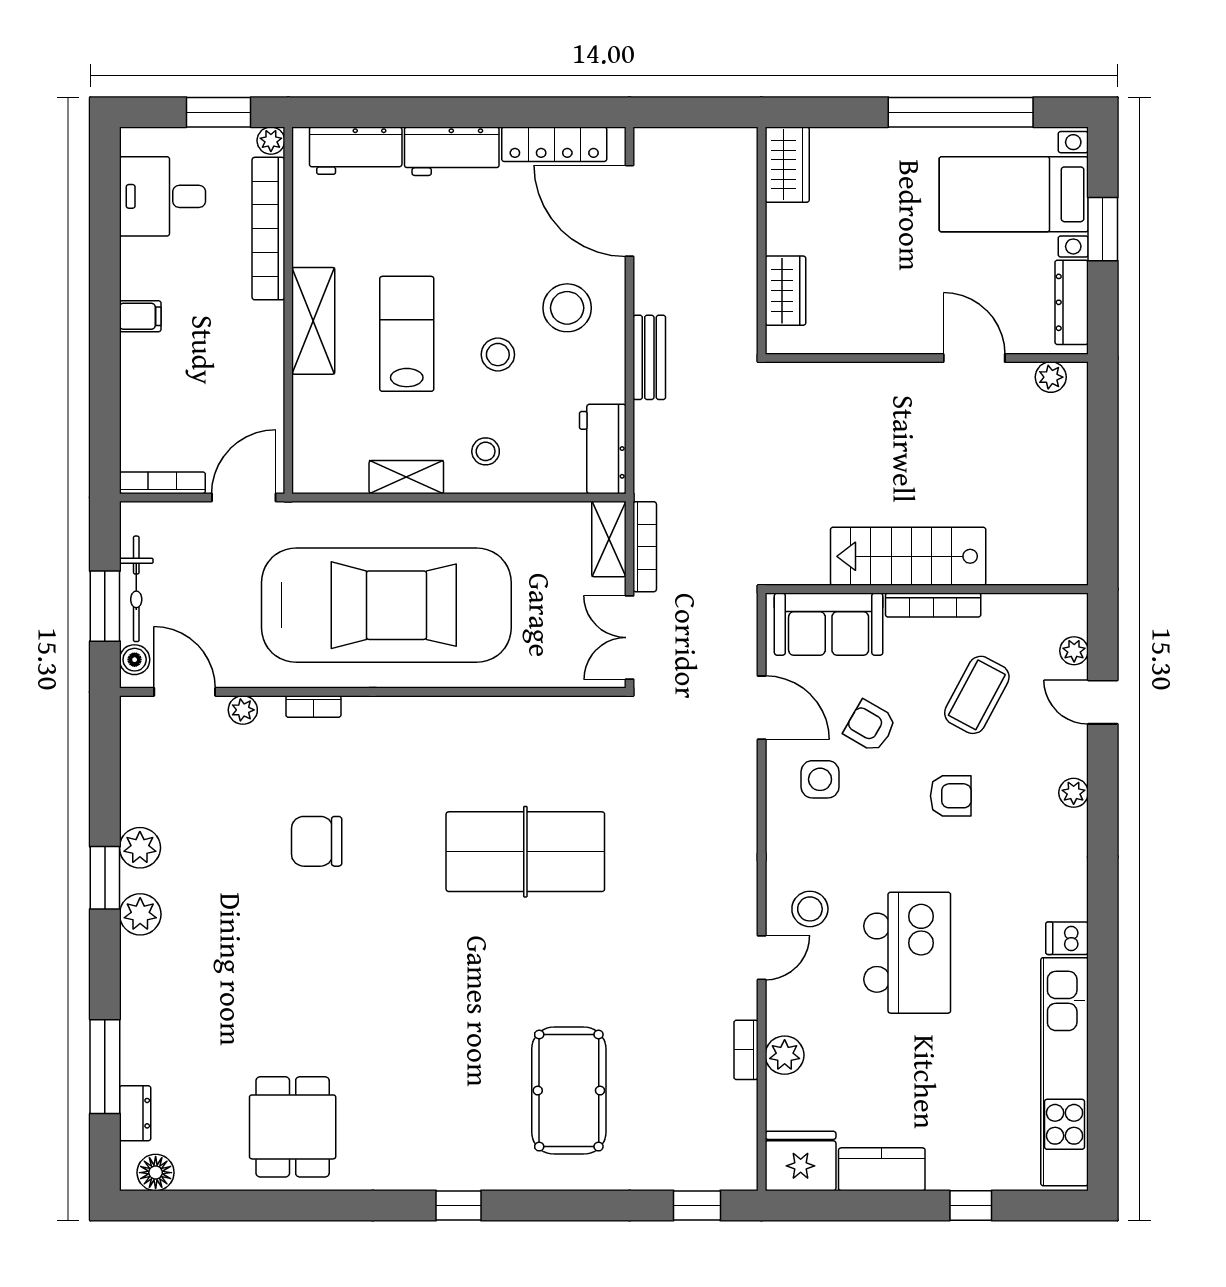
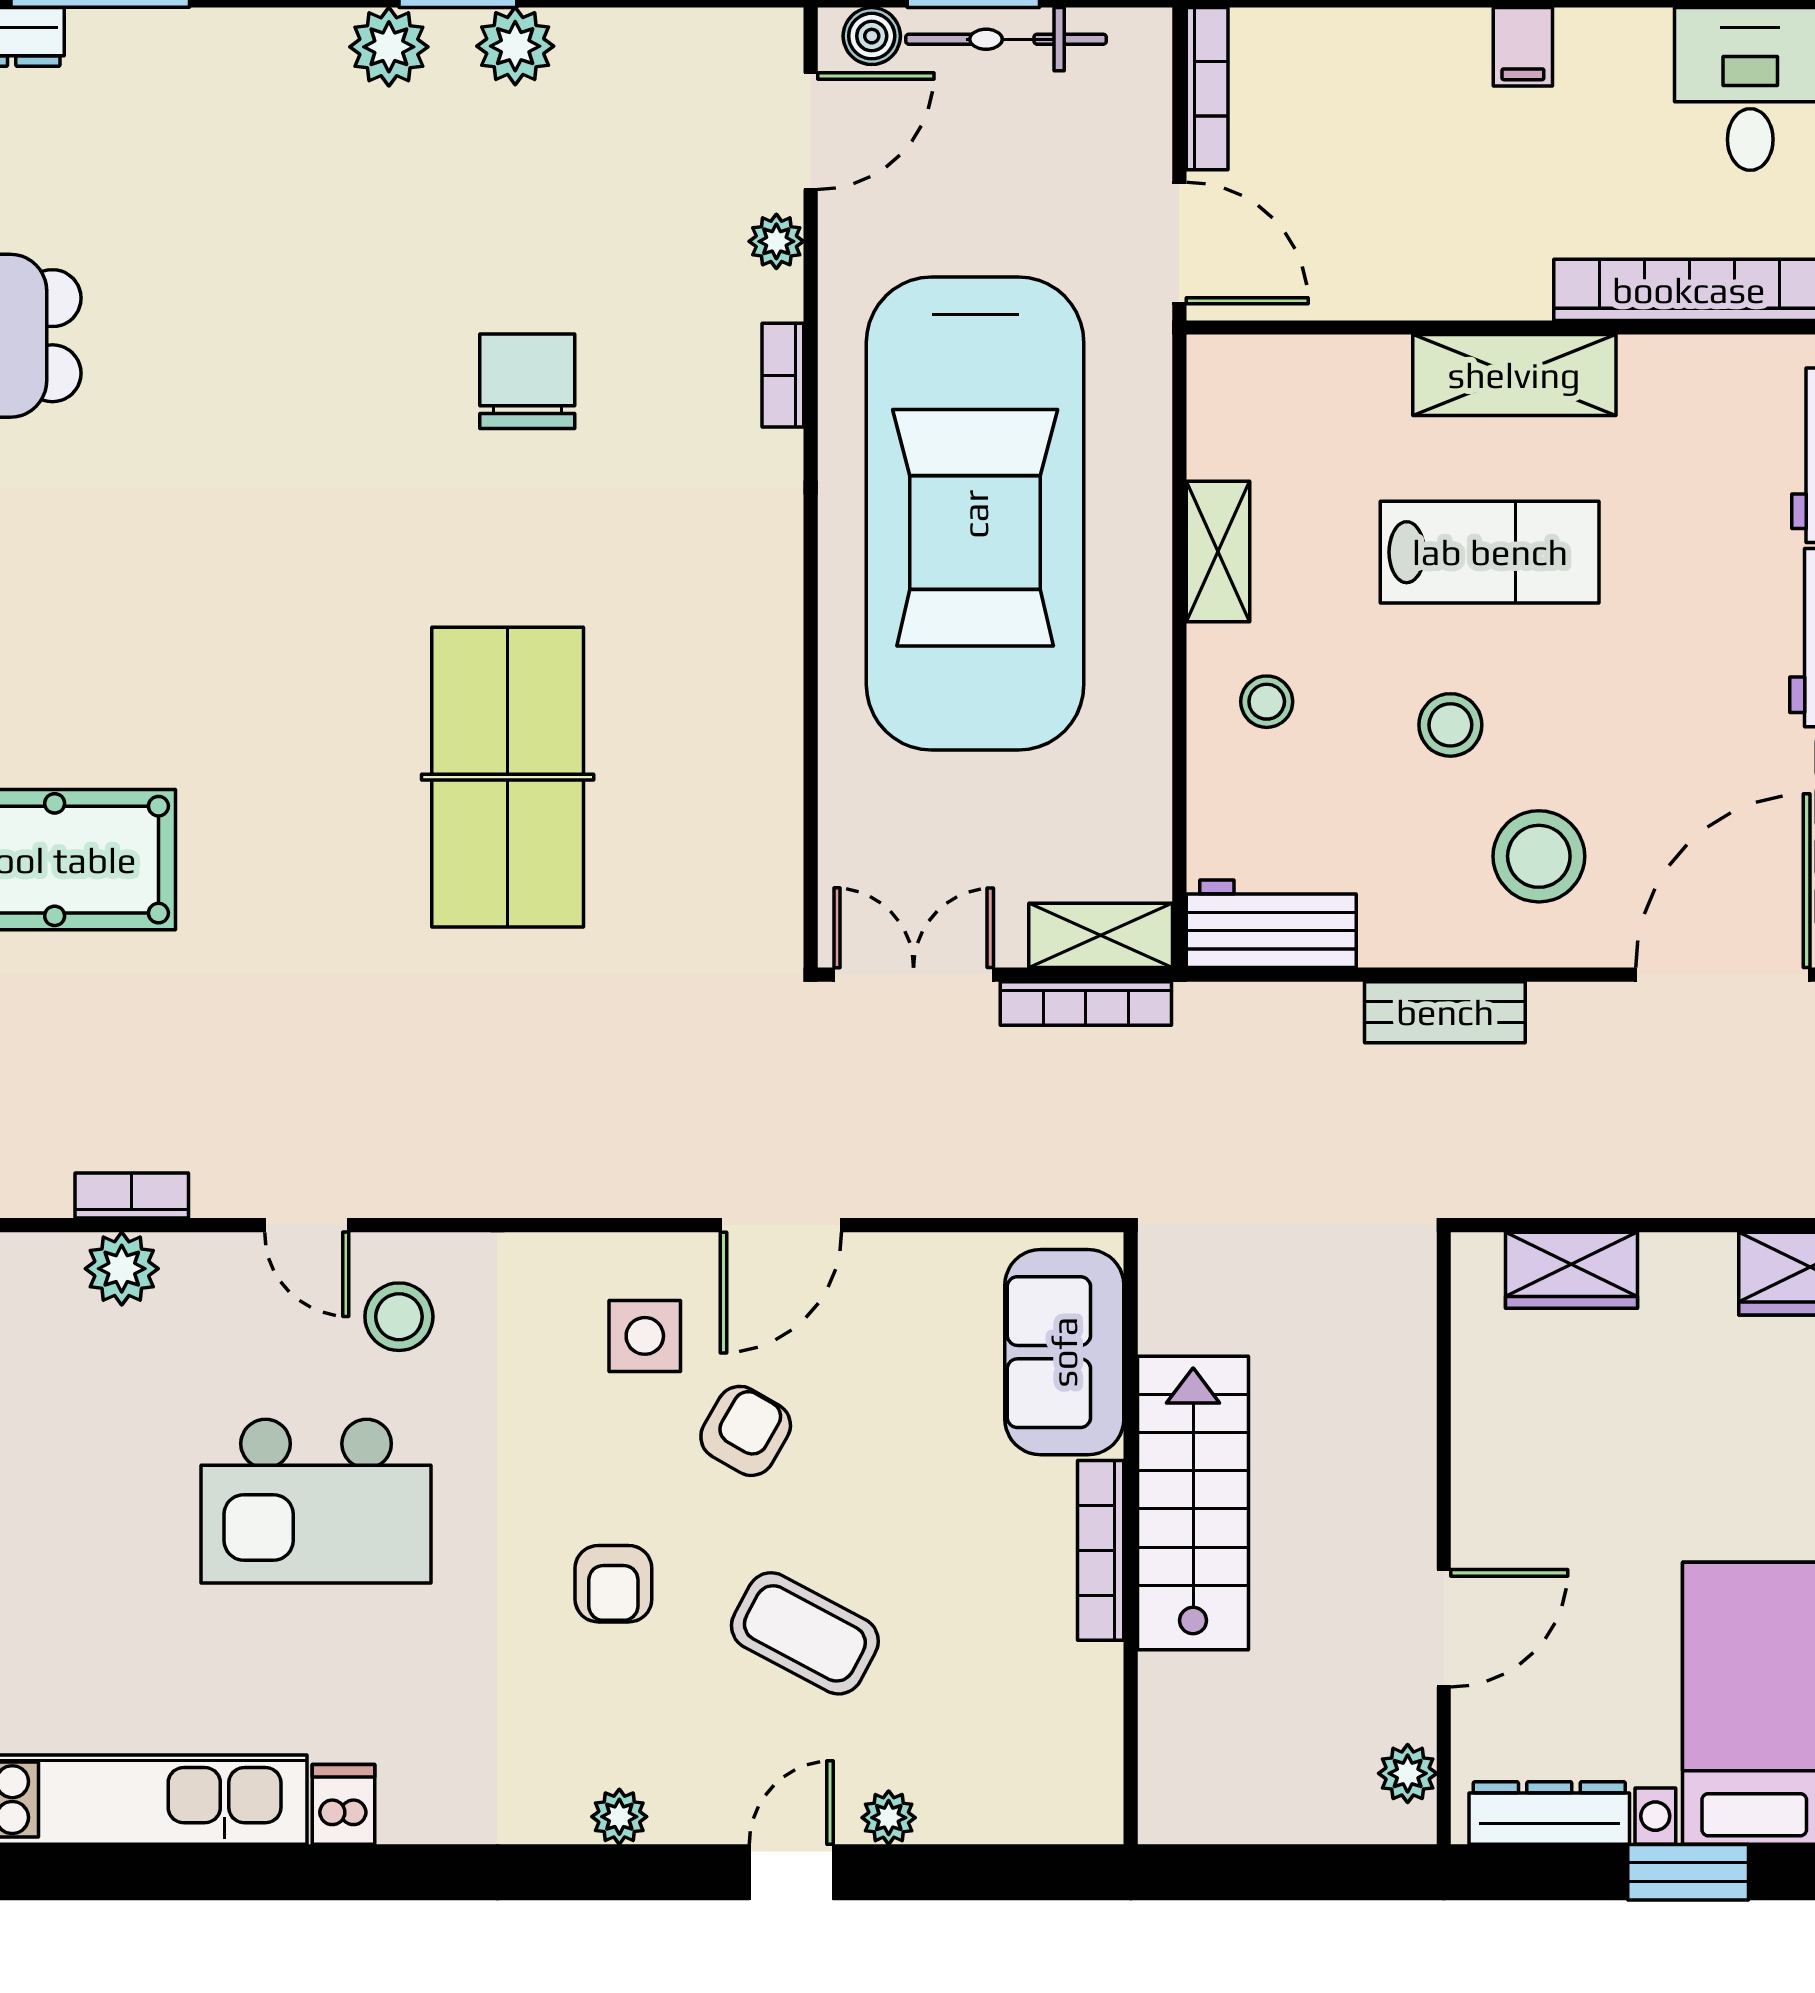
stairs: (908, 556) -> (1193, 1503), moved
wall: (927, 589) -> (1131, 1538), moved
bookcase: (933, 605) -> (1101, 1550), moved
sofa: (829, 624) -> (1064, 1352), moved

